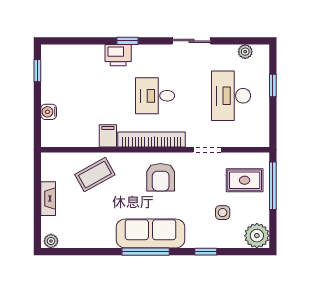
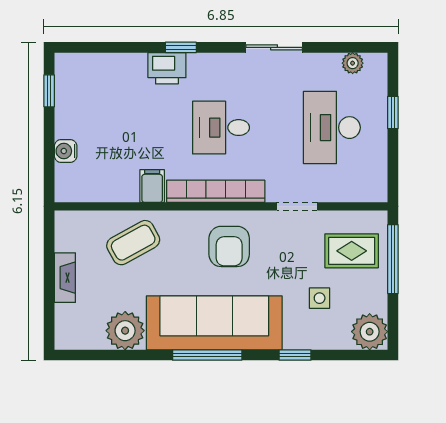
sofa: (150, 233) -> (214, 323), width x1.36, depth x1.27
plant: (51, 241) -> (125, 331), moved, width x1.88, depth x1.88

